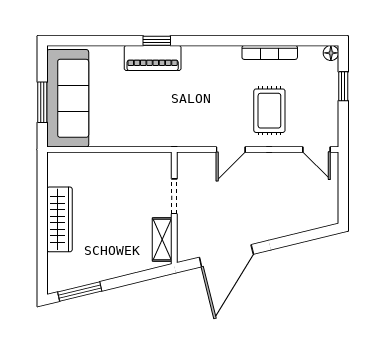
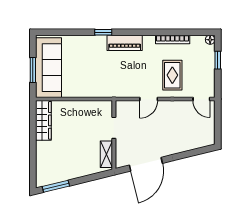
piano: (153, 58) -> (125, 43), moved
wardrobe: (60, 219) -> (43, 120), moved

